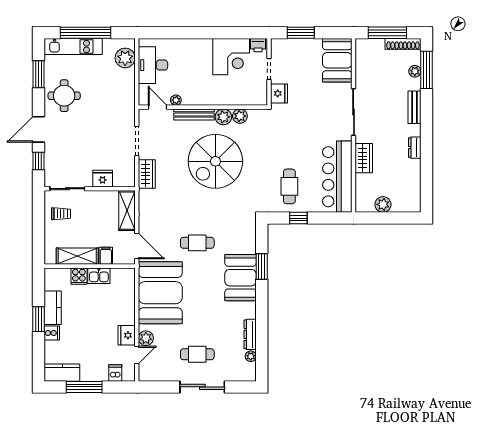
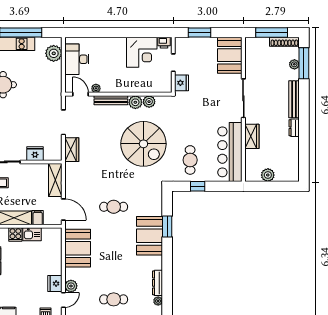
bench: (414, 107) -> (294, 99), width x1.36
spiral stairs: (215, 161) -> (143, 144), moved, turned -90
booth: (160, 293) -> (78, 248), width x0.73, depth x0.70

